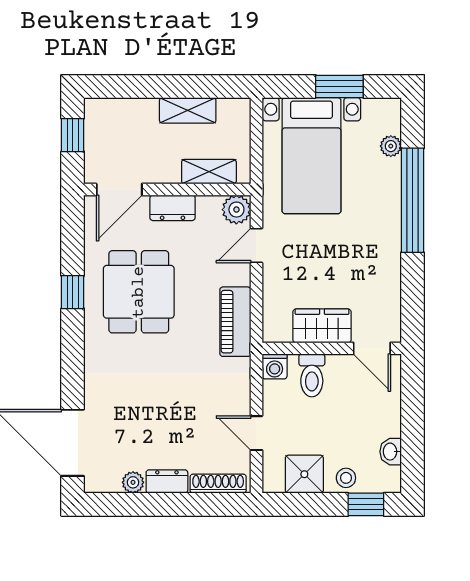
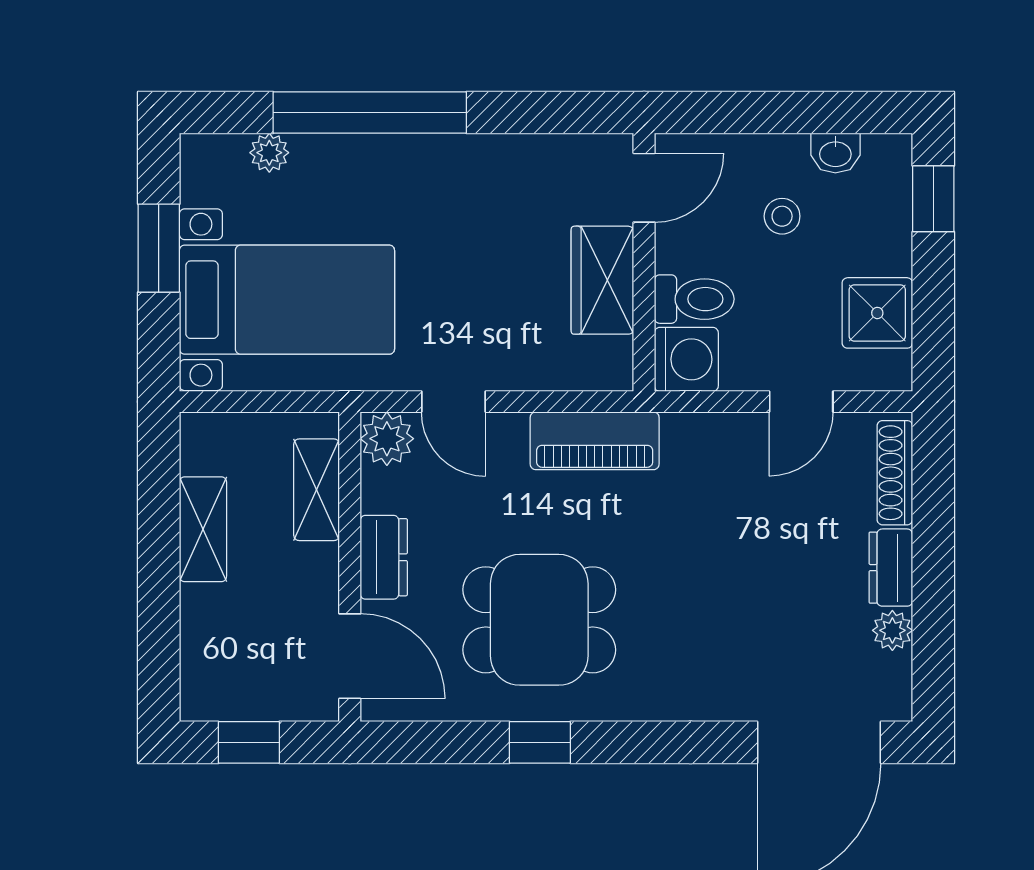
washing machine: (275, 366) -> (686, 359), width x1.38, depth x1.38
stool: (346, 478) -> (782, 216), moved

